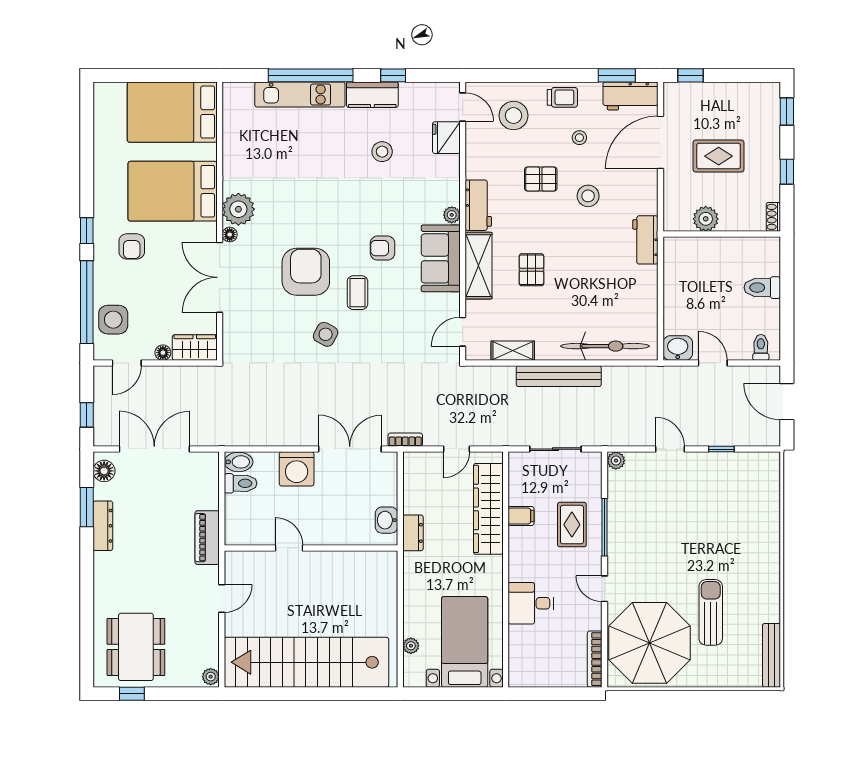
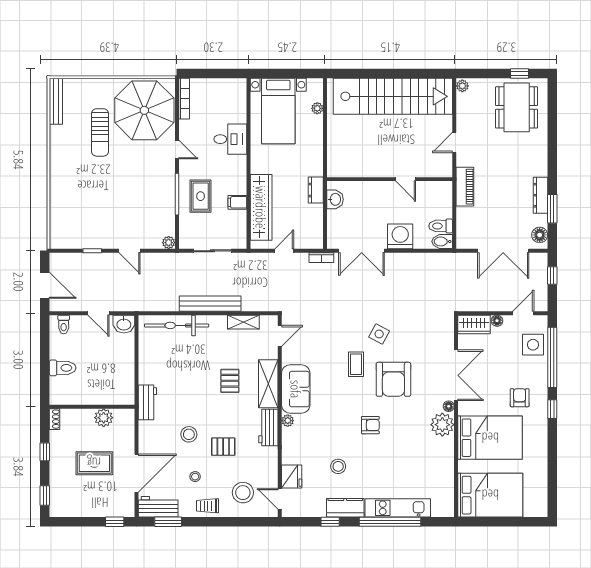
armchair: (383, 248) -> (370, 425), moved

